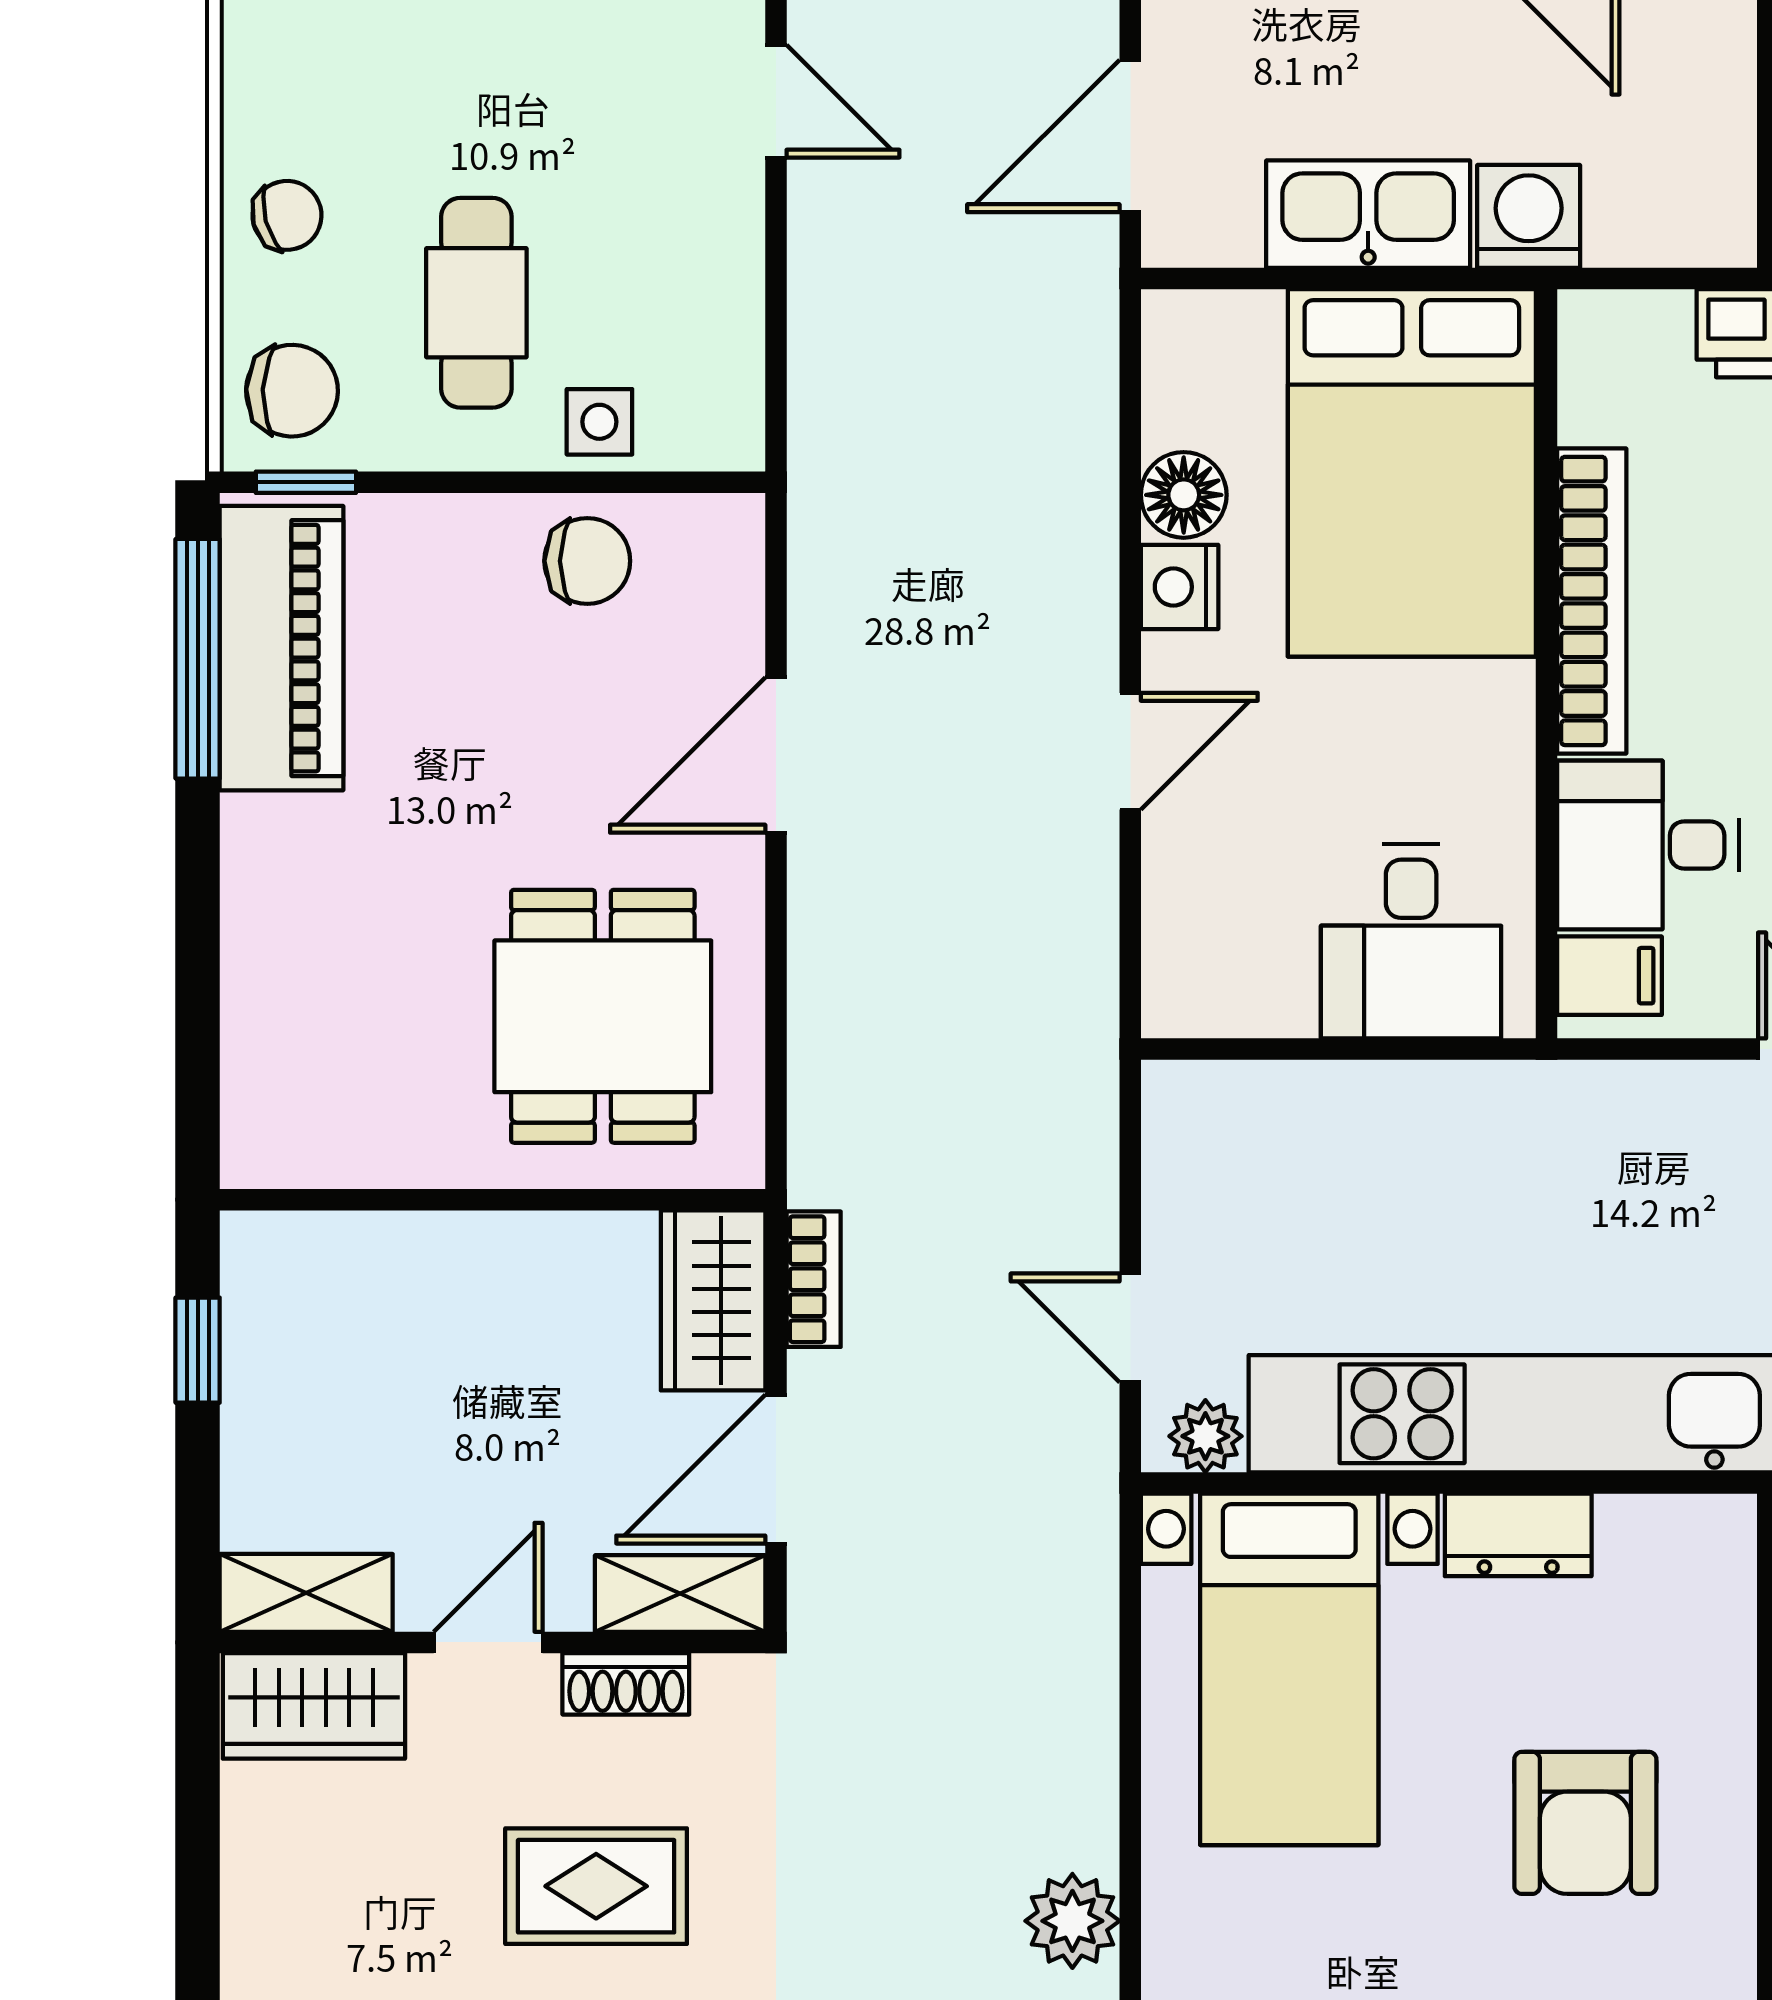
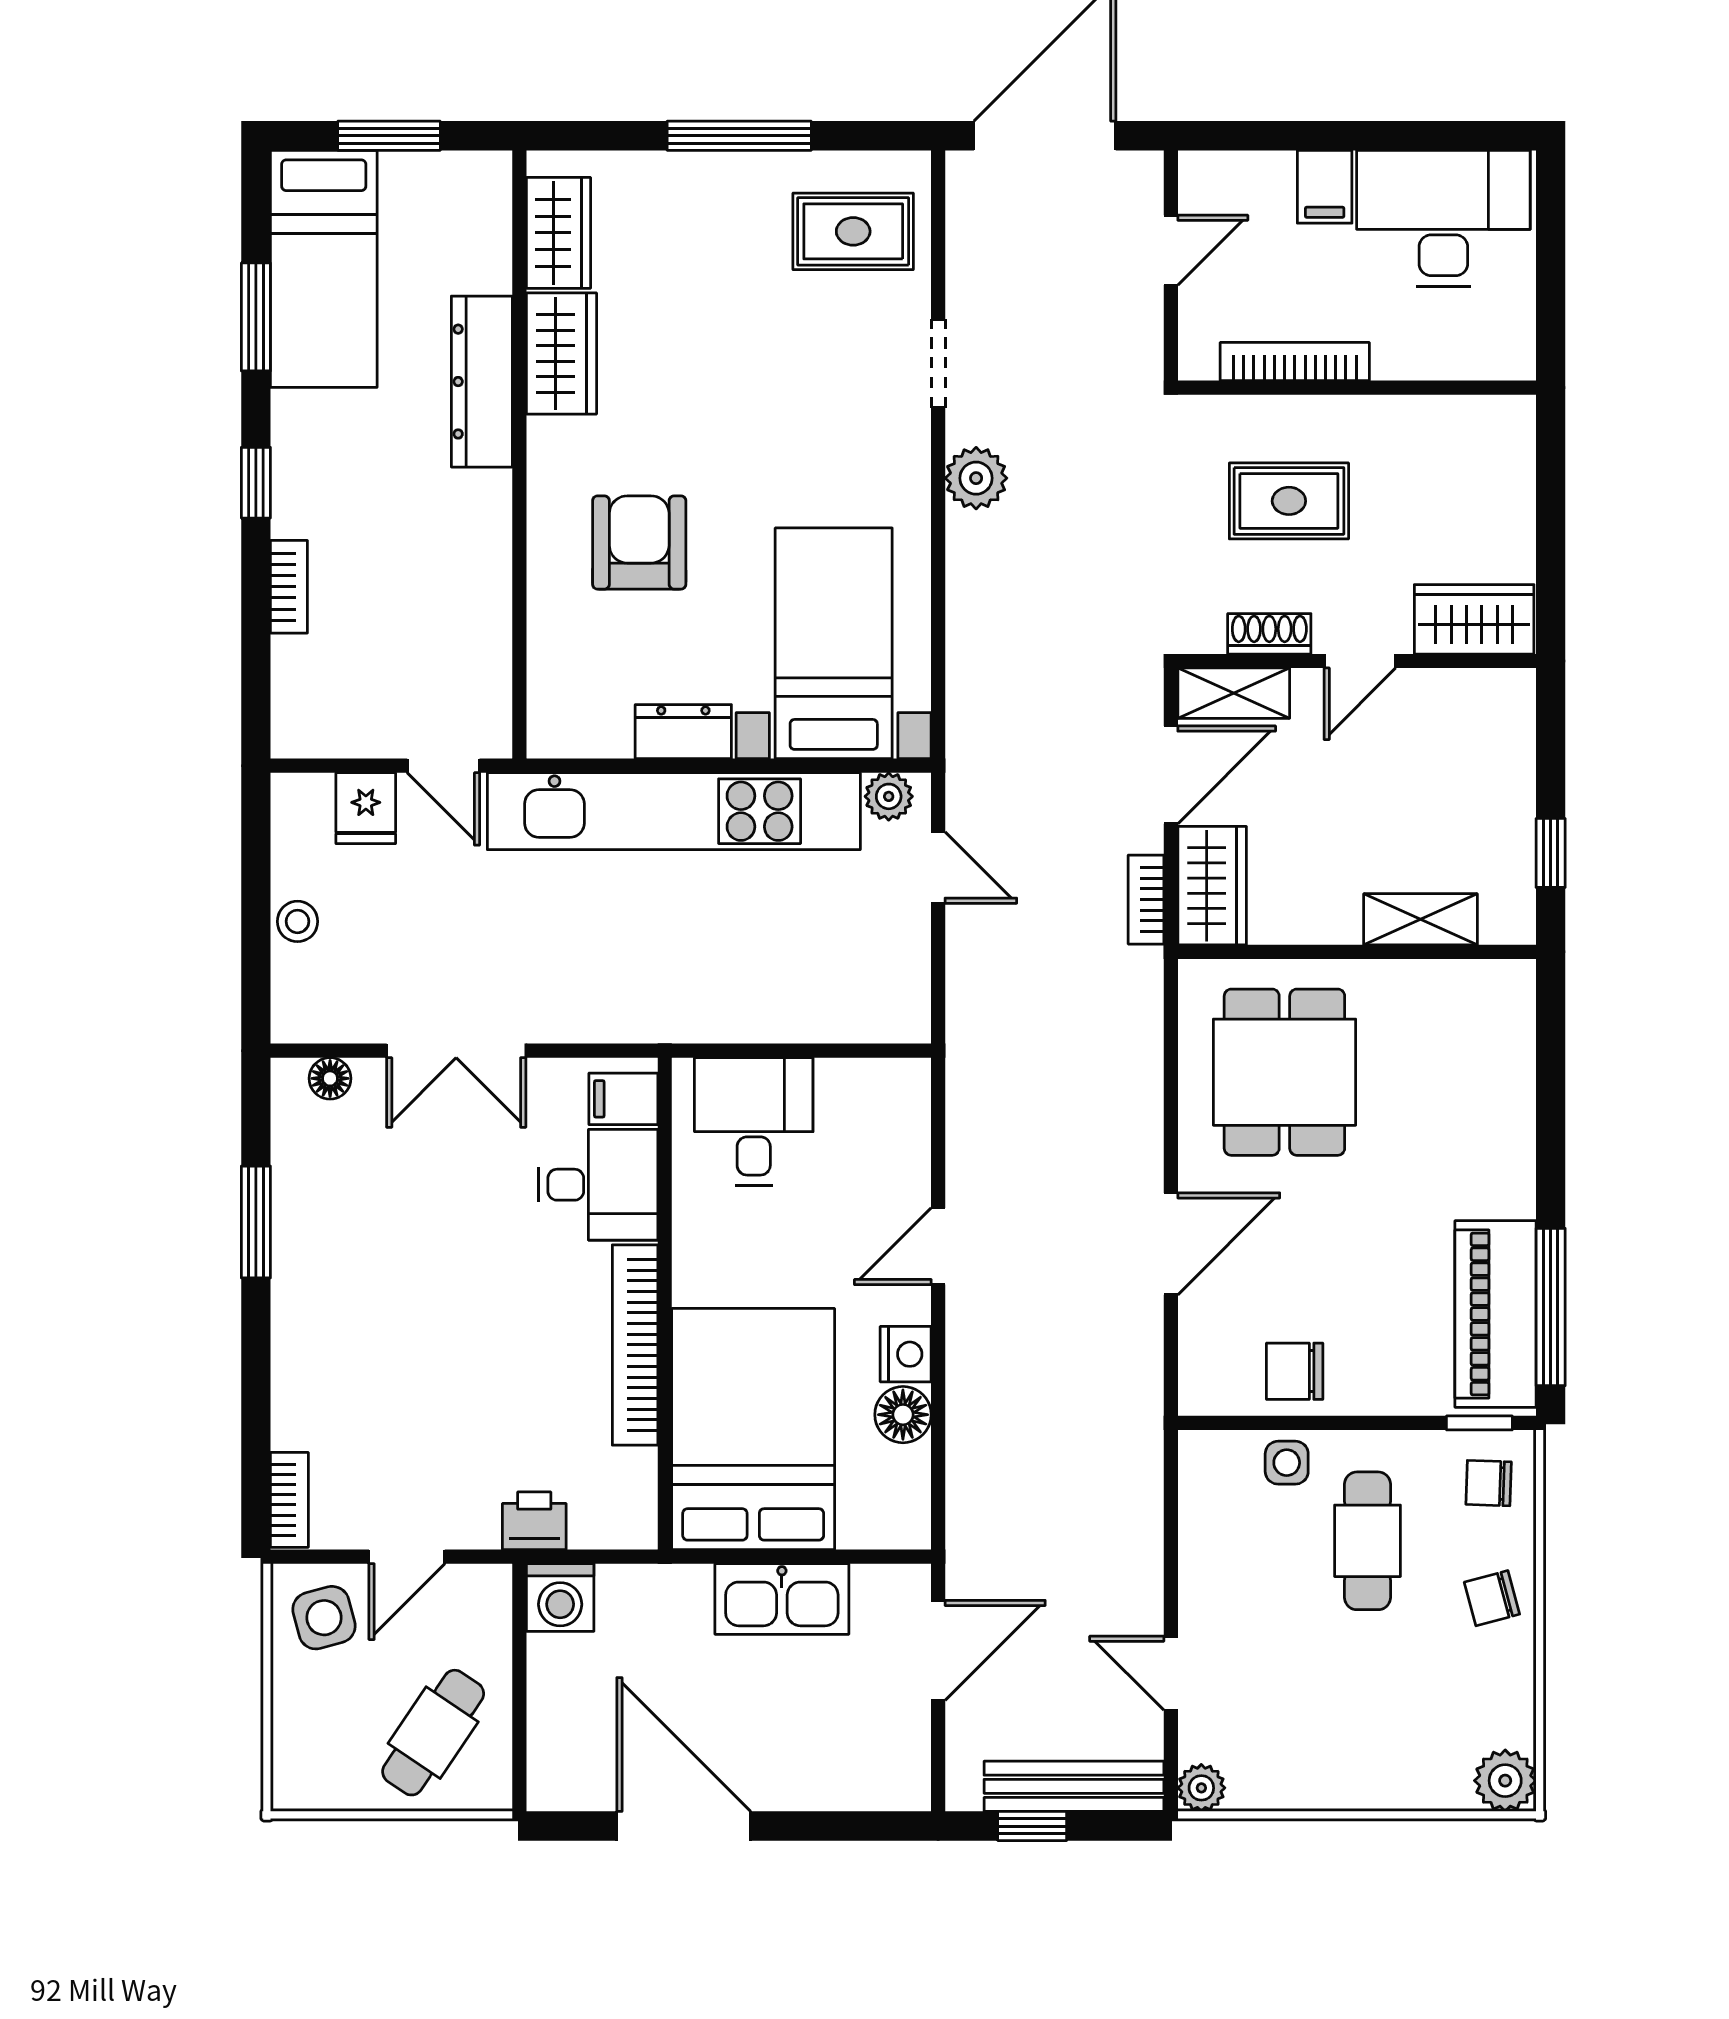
washing machine: (1529, 216) -> (560, 1597), moved
chair: (292, 391) -> (1489, 1483), width x0.73, depth x0.73
shelving: (306, 1593) -> (1420, 919), moved

